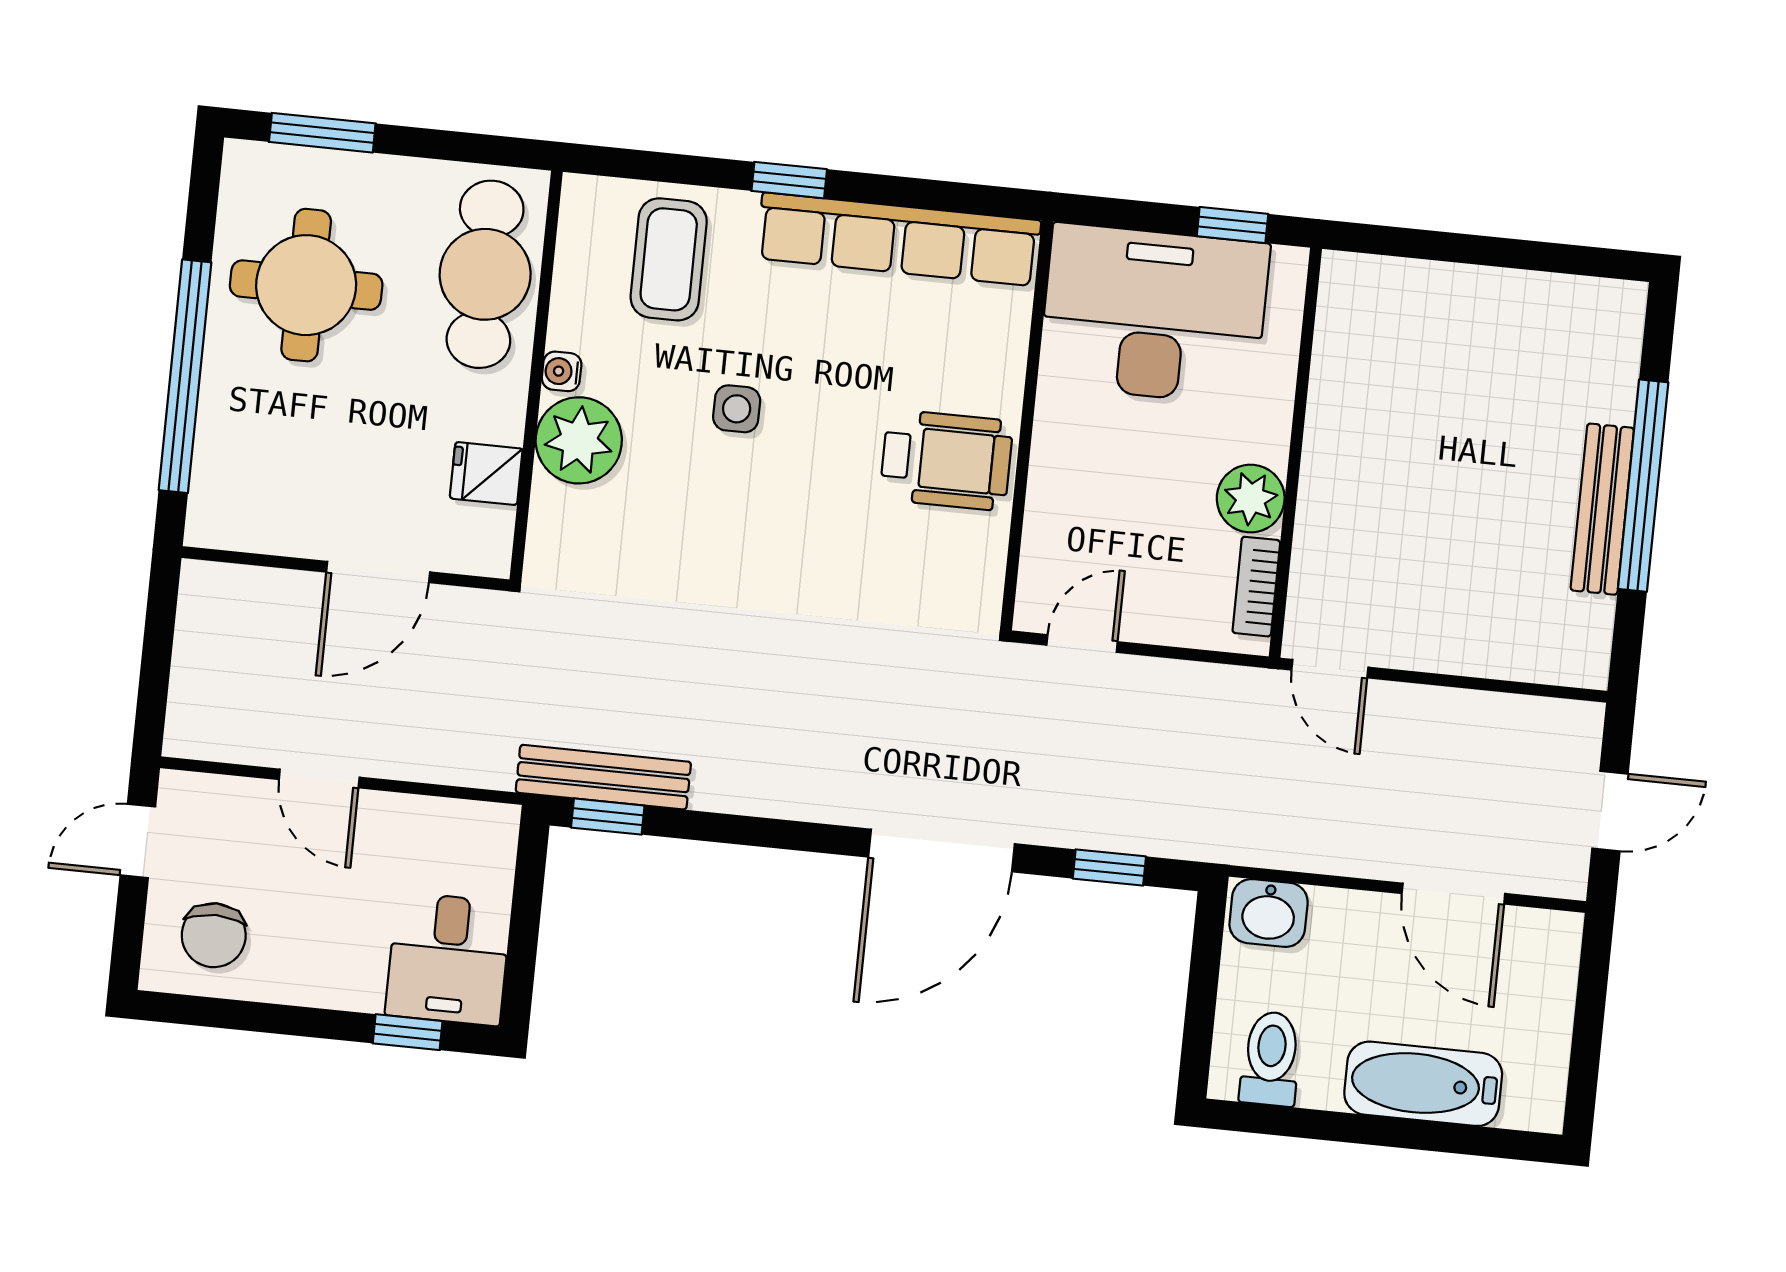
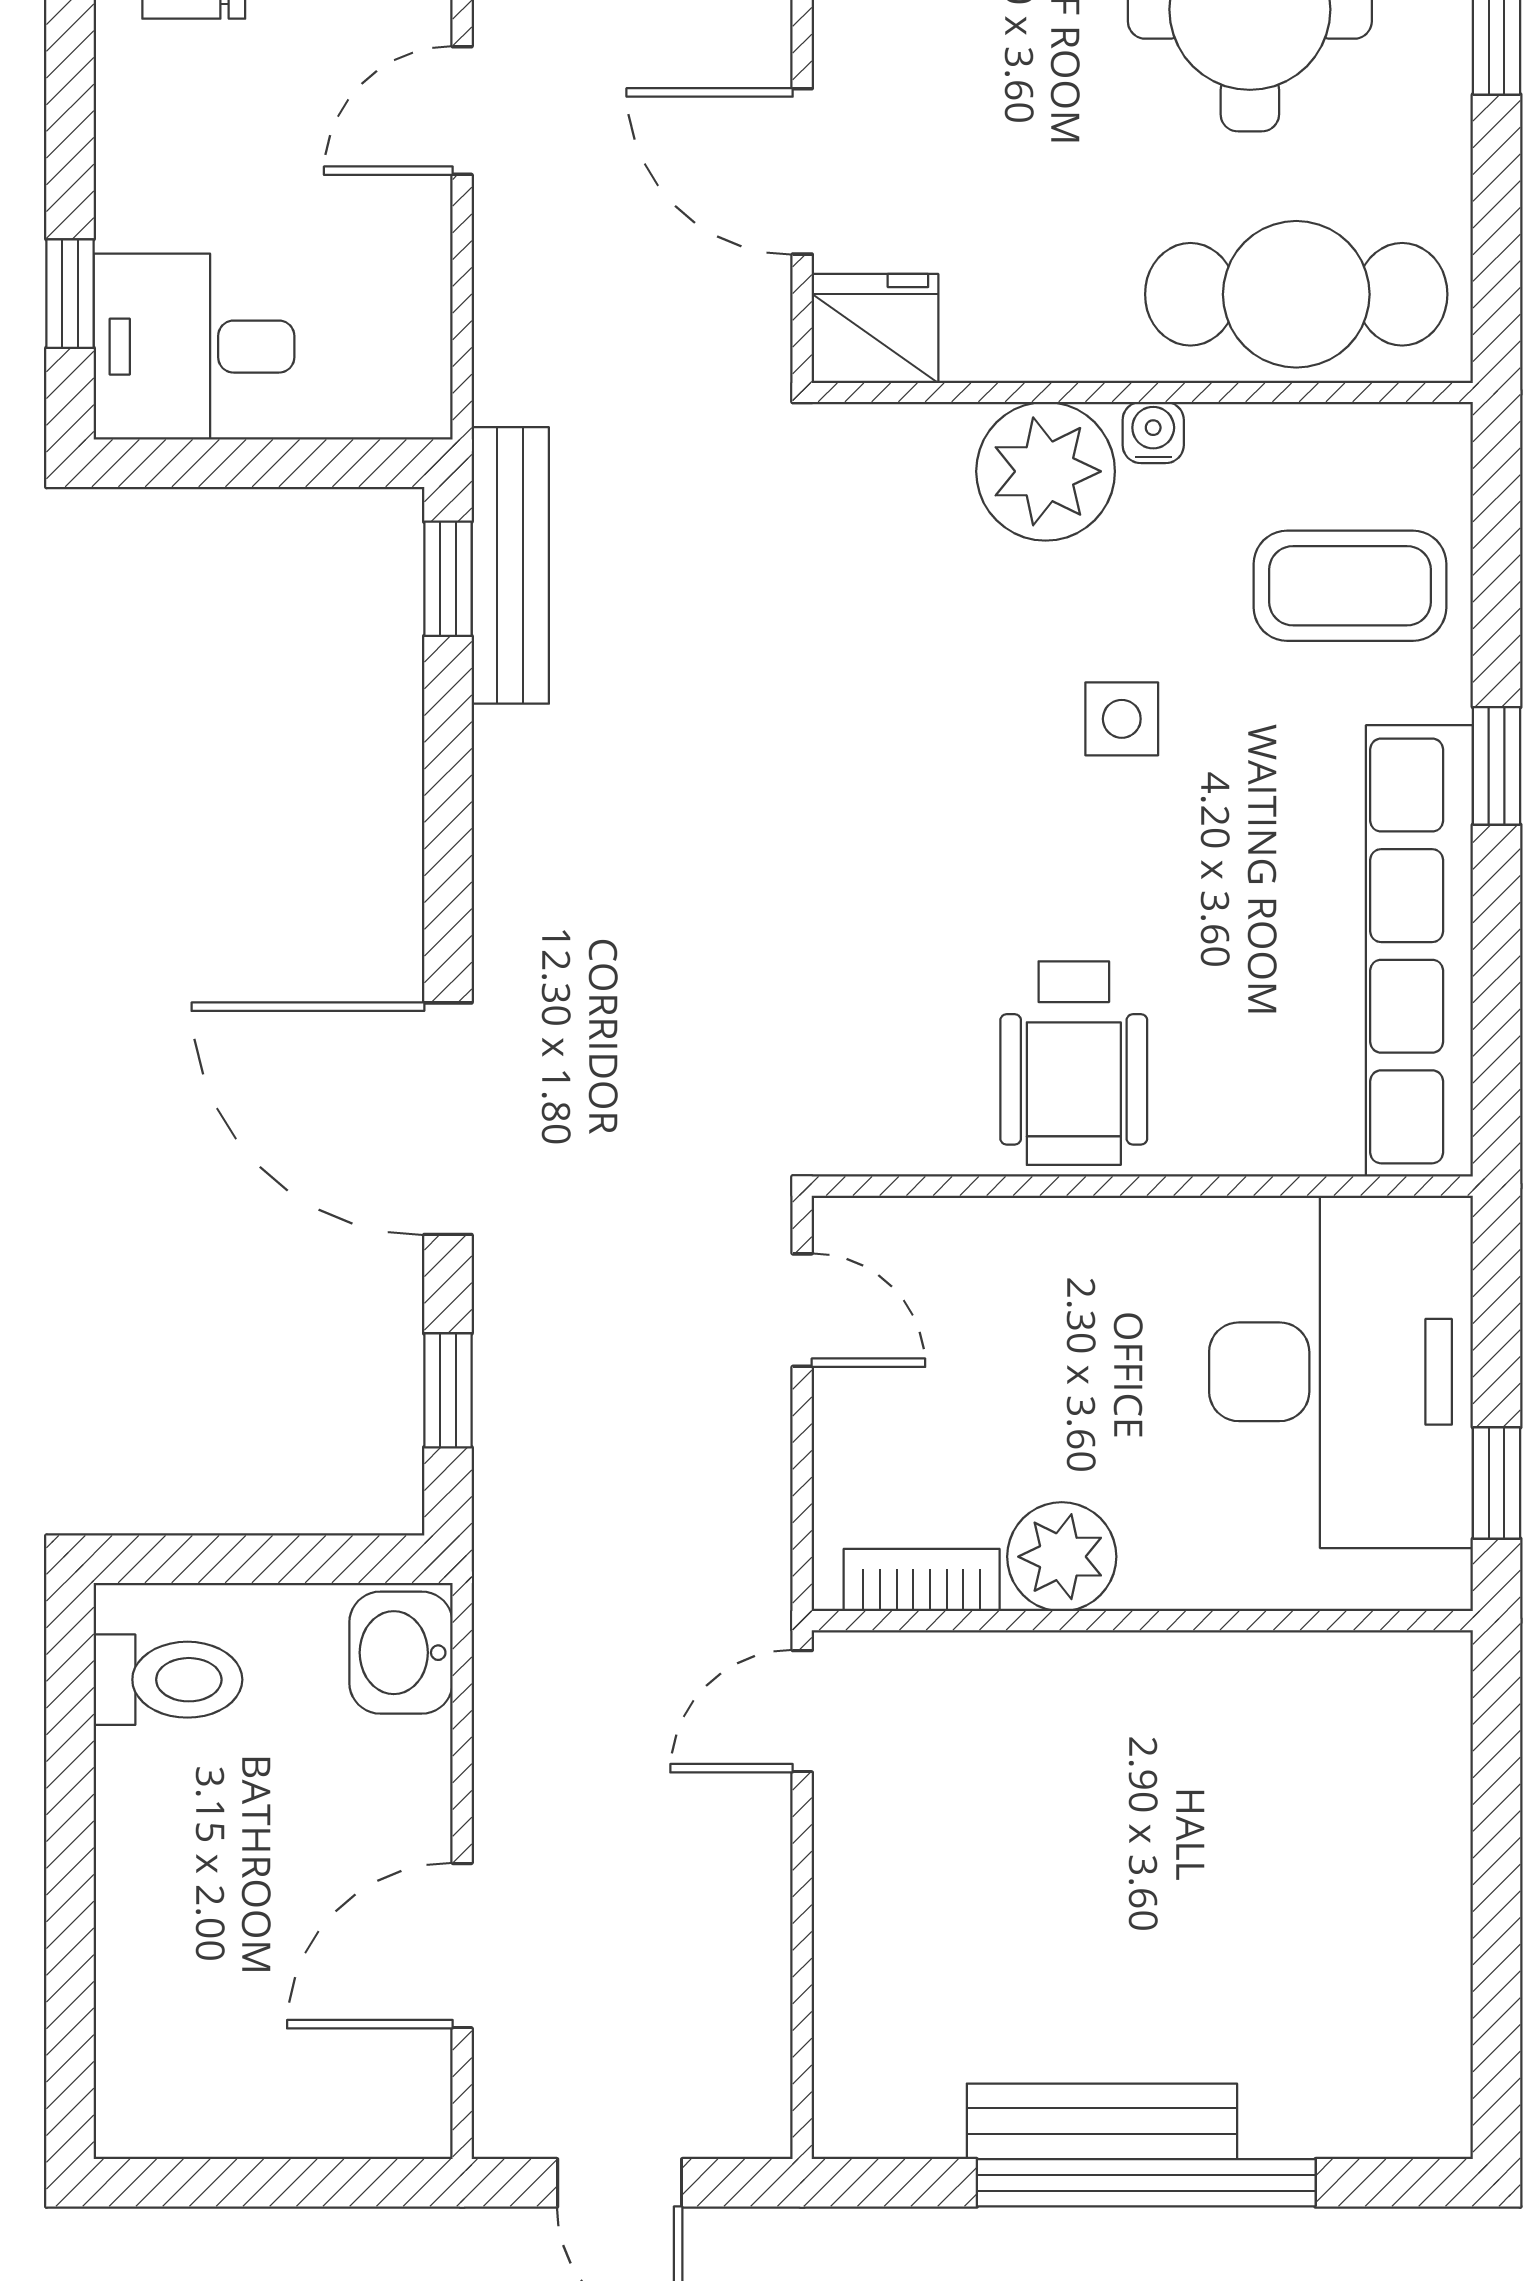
fridge: (486, 474) -> (875, 328), moved, width x1.38
bathtub: (1423, 1084) -> (153, 1928), removed

